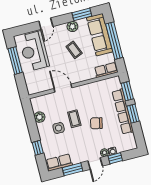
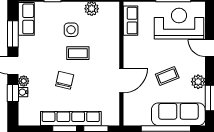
row of seats: (106, 70) -> (130, 21), moved
door: (63, 88) -> (121, 81), moved

